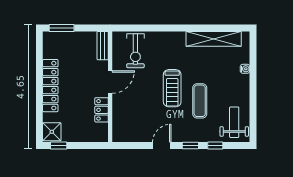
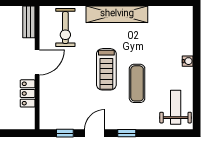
shelving: (214, 39) -> (117, 14), moved
water cooler: (245, 69) -> (188, 61), moved
window: (215, 145) -> (65, 133), moved

